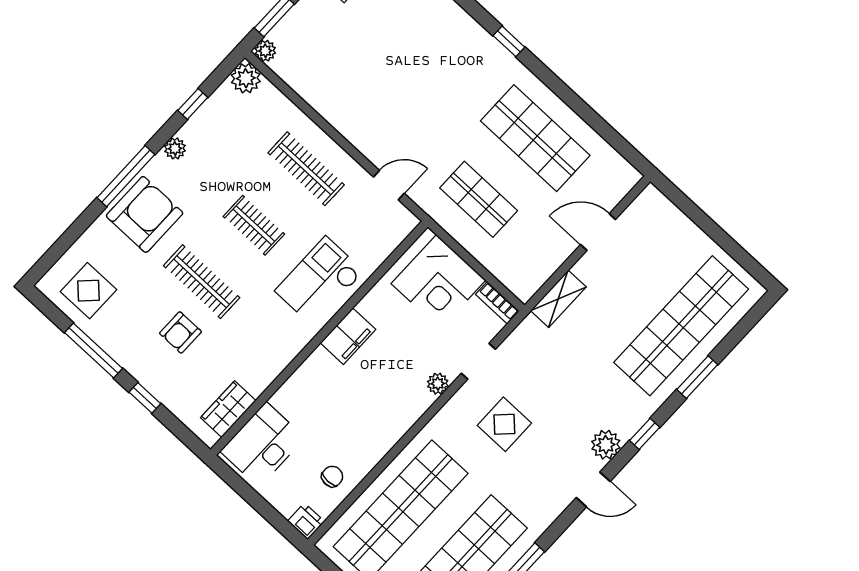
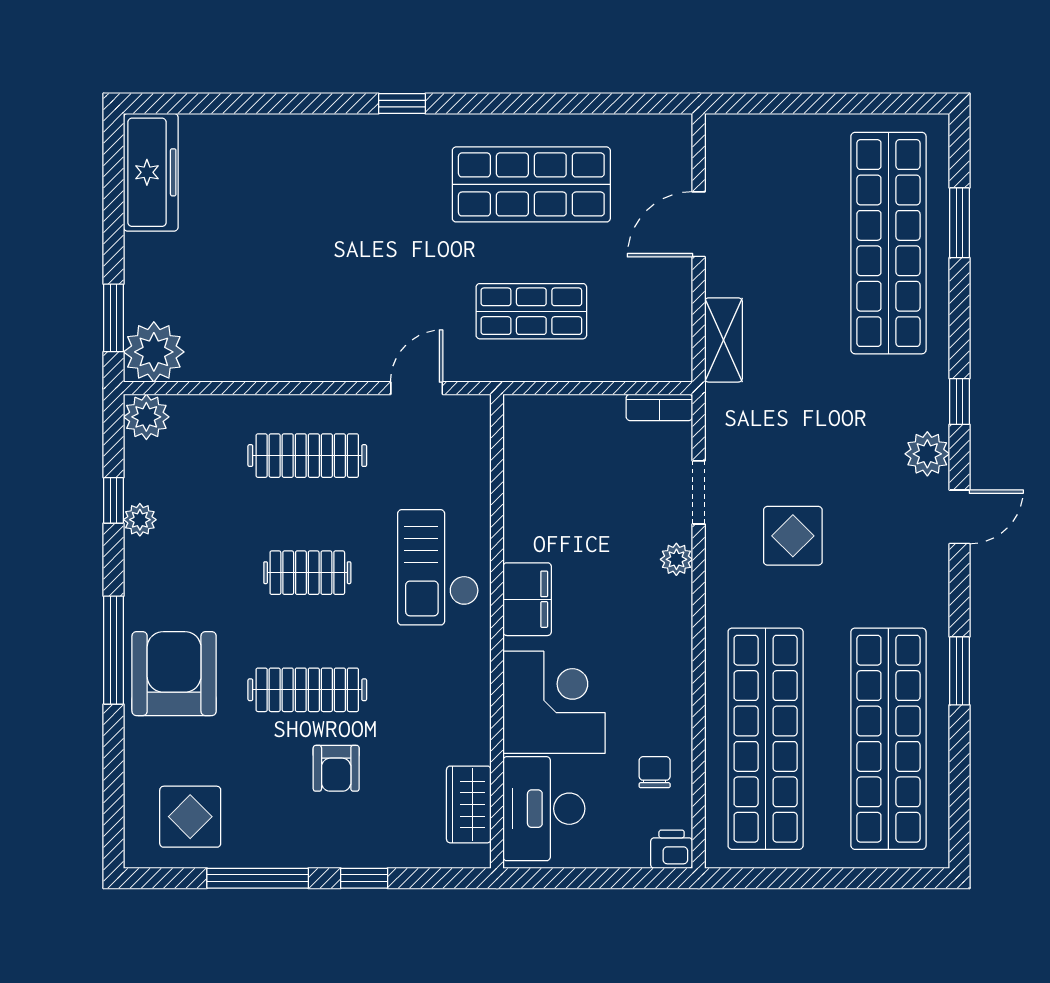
plant: (265, 51) -> (154, 352), width x1.87, depth x1.87
plant: (175, 148) -> (140, 520), moved
corner desk: (438, 282) -> (554, 702), moved, turned -90
window: (697, 377) -> (959, 223), moved

